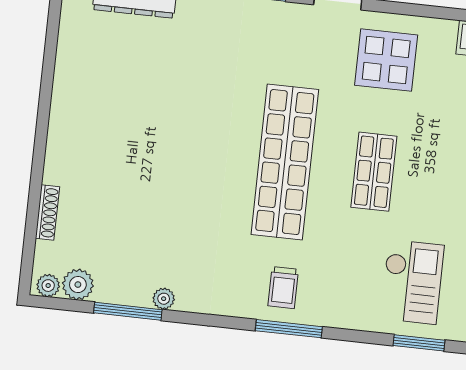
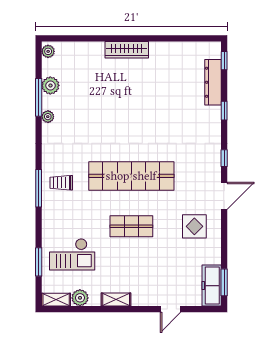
display table: (386, 60) -> (194, 226), width x0.73, depth x0.73
wardrobe: (60, 146) -> (127, 50), added
shoe rack: (48, 213) -> (89, 47), removed
plant: (78, 285) -> (50, 85), moved

